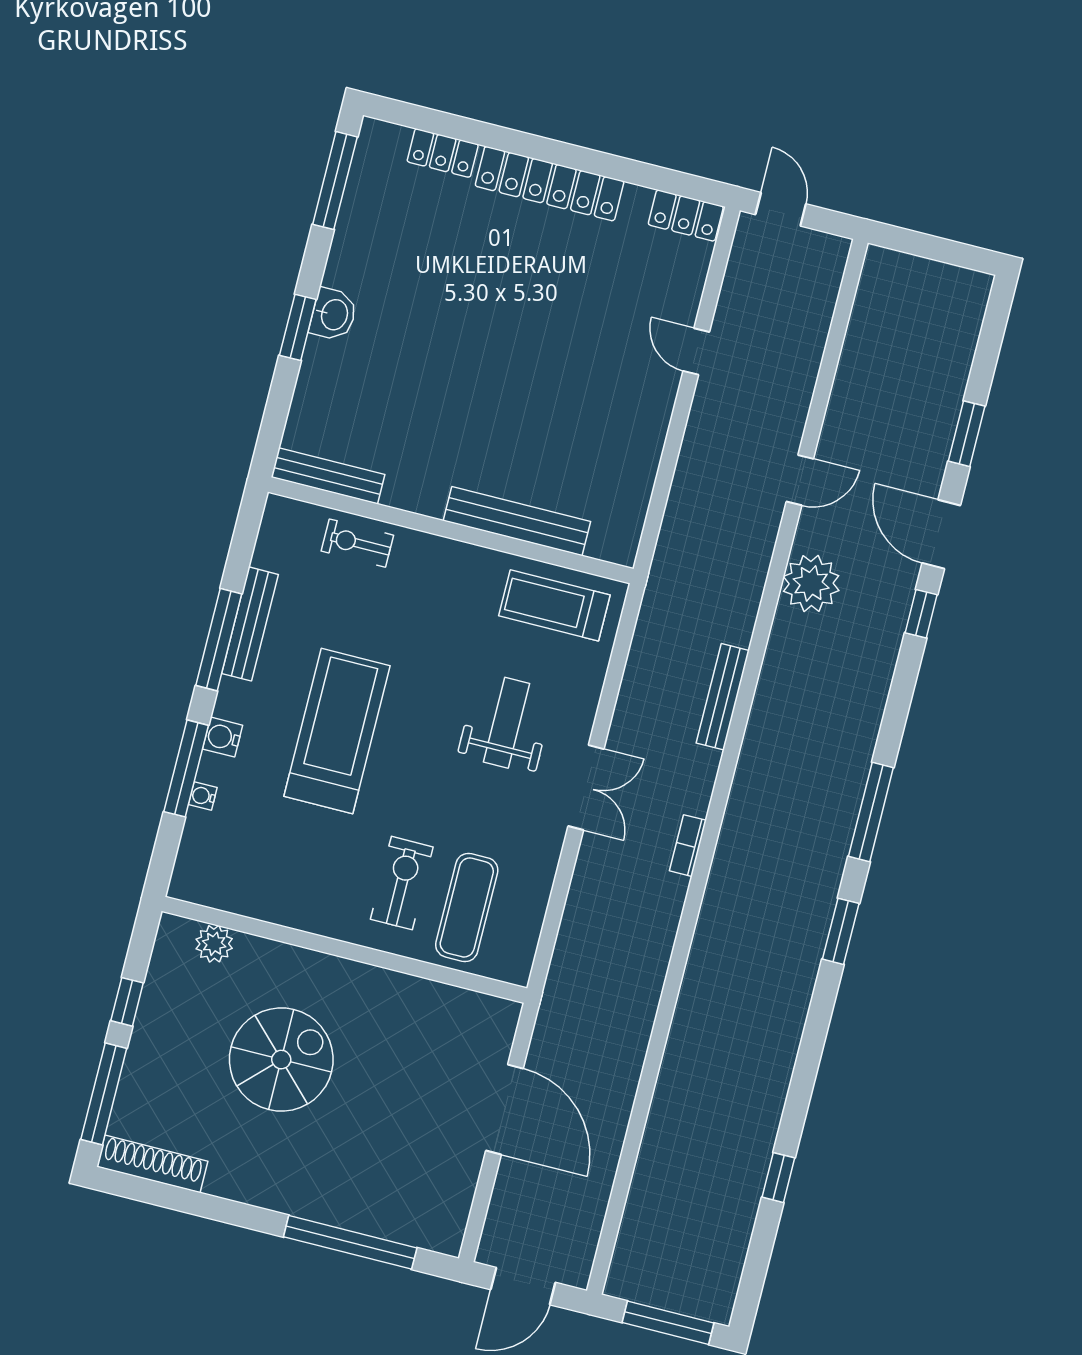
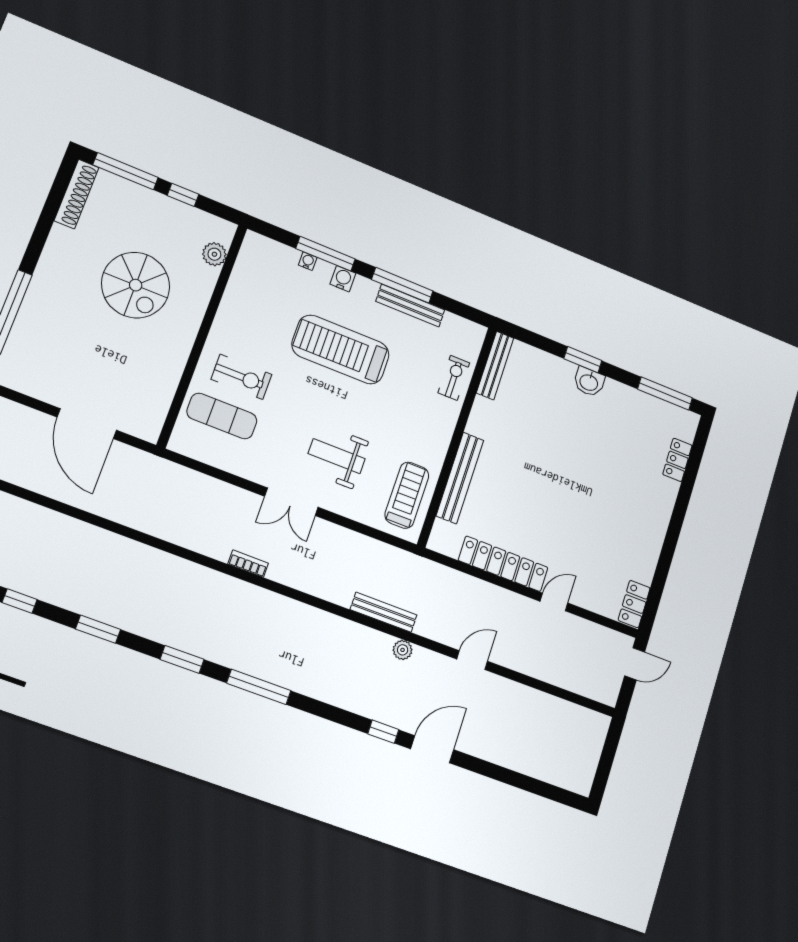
locker: (550, 184) -> (503, 564), moved, turned 90
window: (967, 434) -> (98, 629), moved
door: (800, 480) -> (472, 660), swing flipped
plant: (811, 583) -> (403, 650), width x0.53, depth x0.53
bench: (723, 697) -> (384, 612), moved
weight bench: (507, 723) -> (337, 456), turned 180
treadmill: (337, 731) -> (341, 350), turned 180
door: (504, 1109) -> (87, 424), hinge flipped

